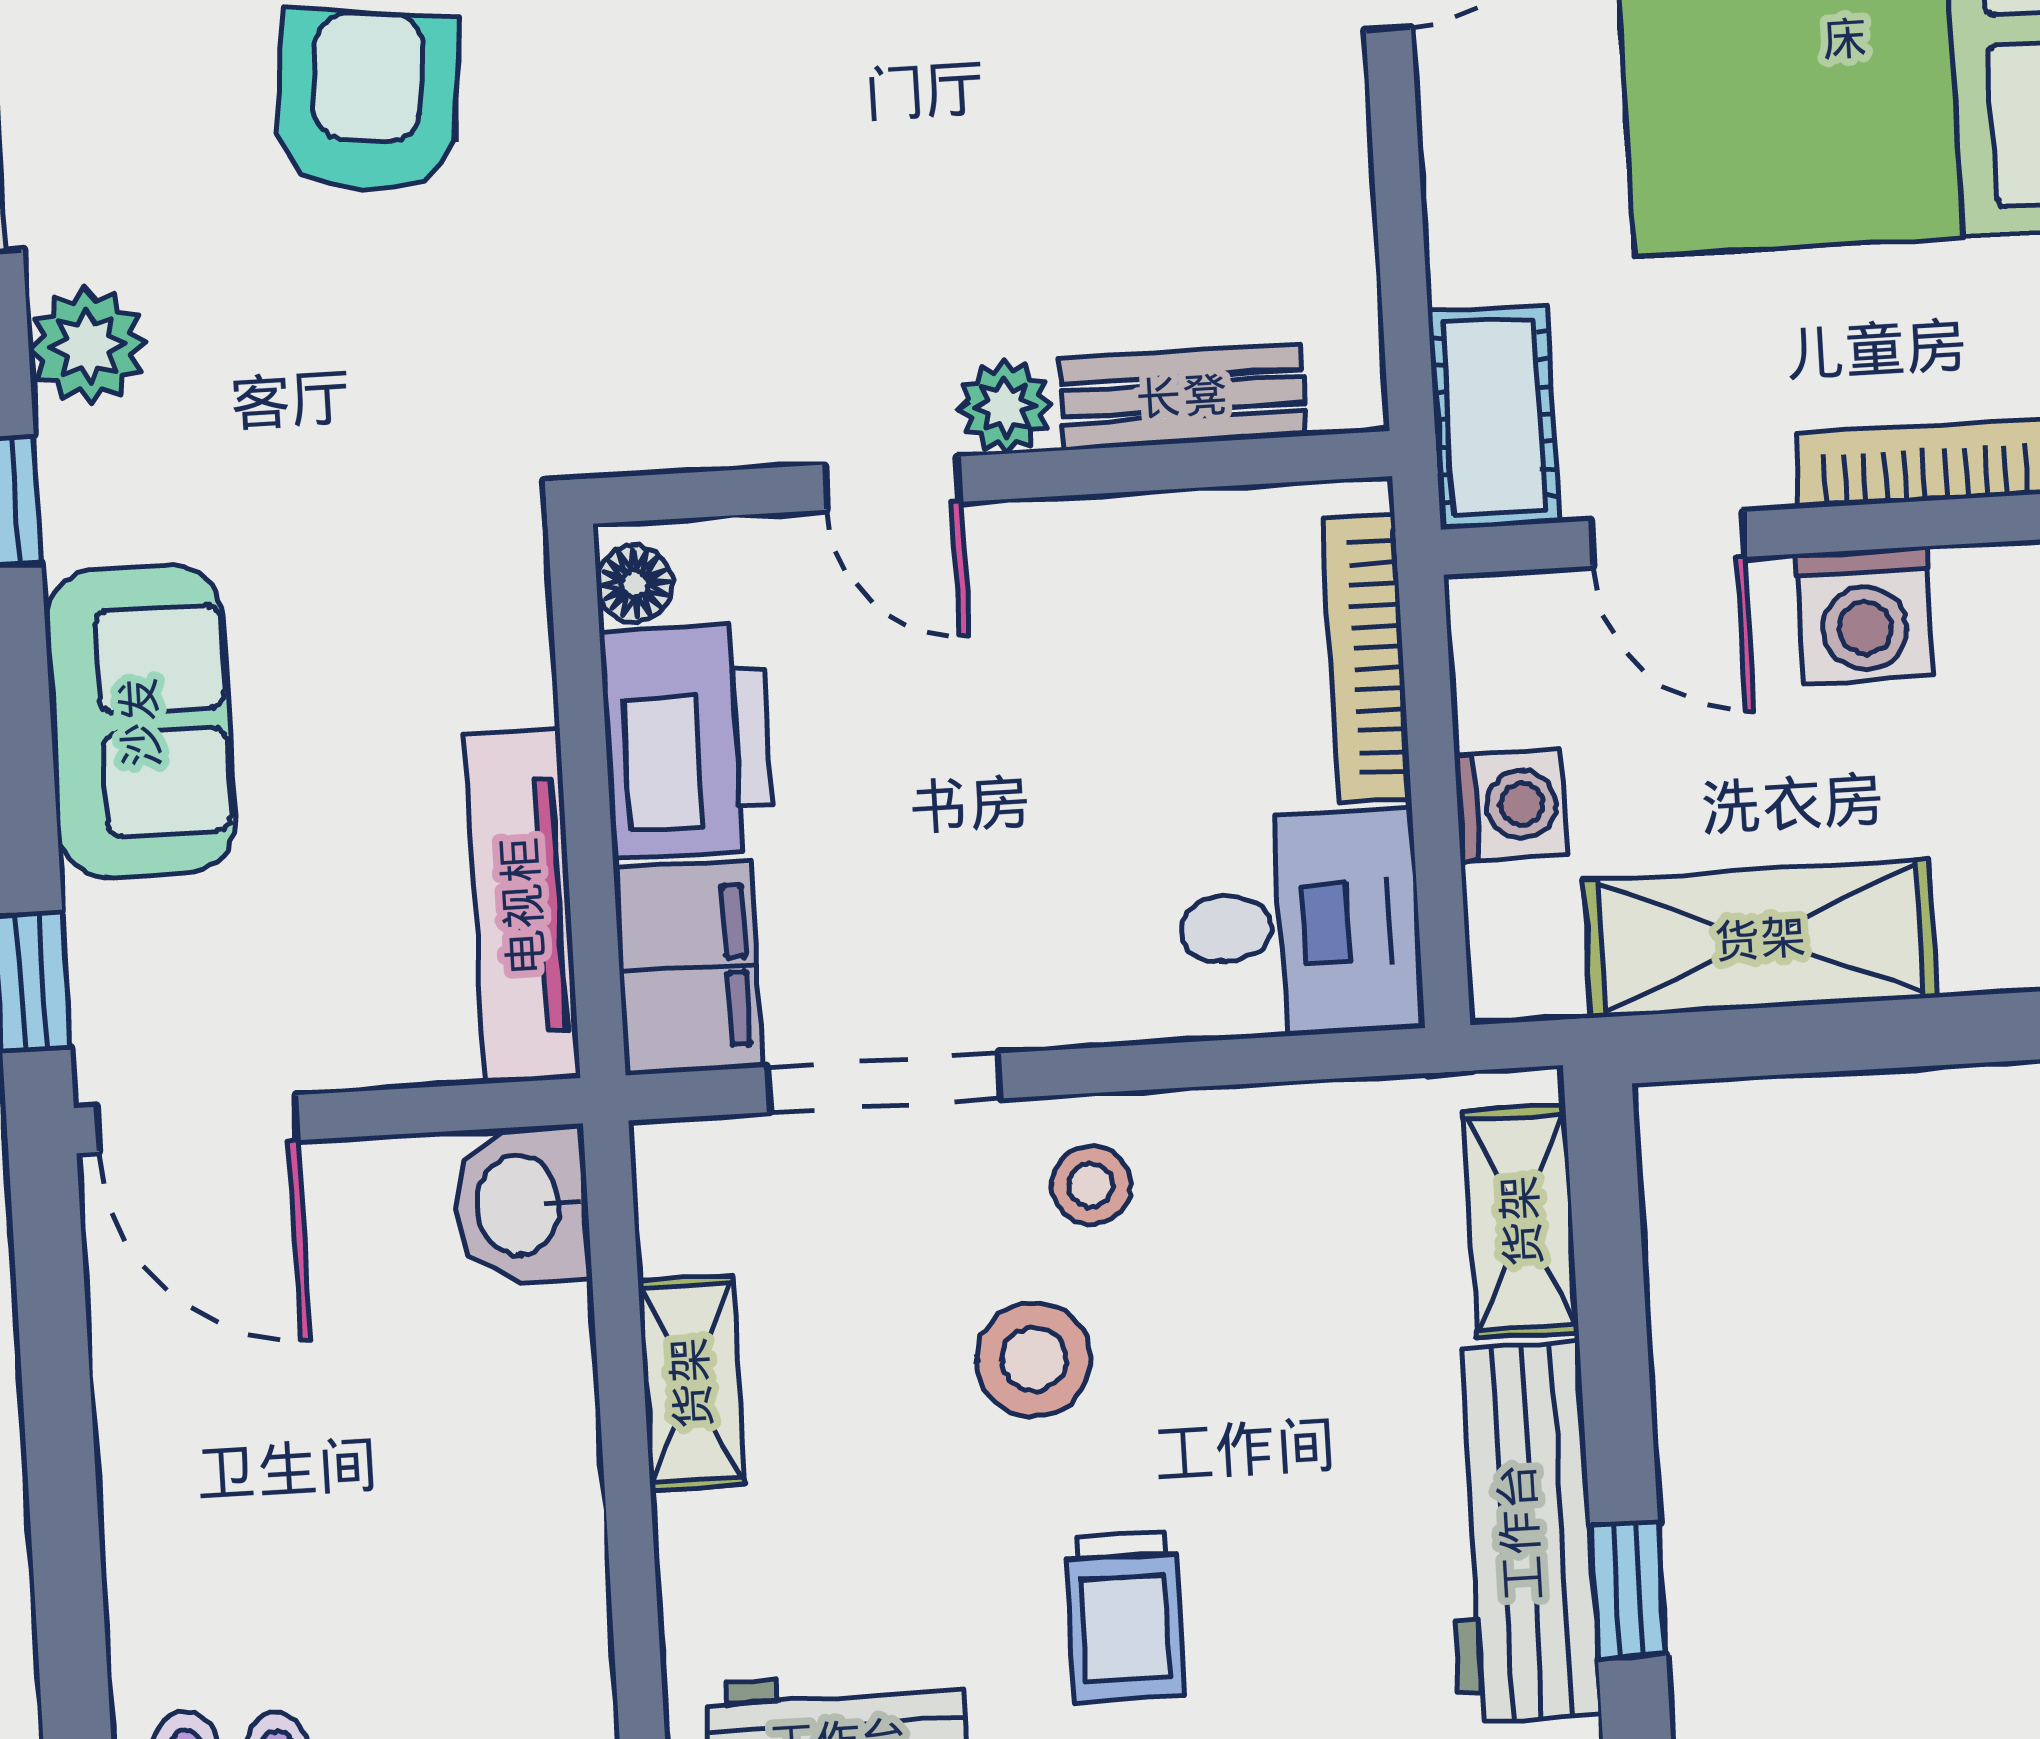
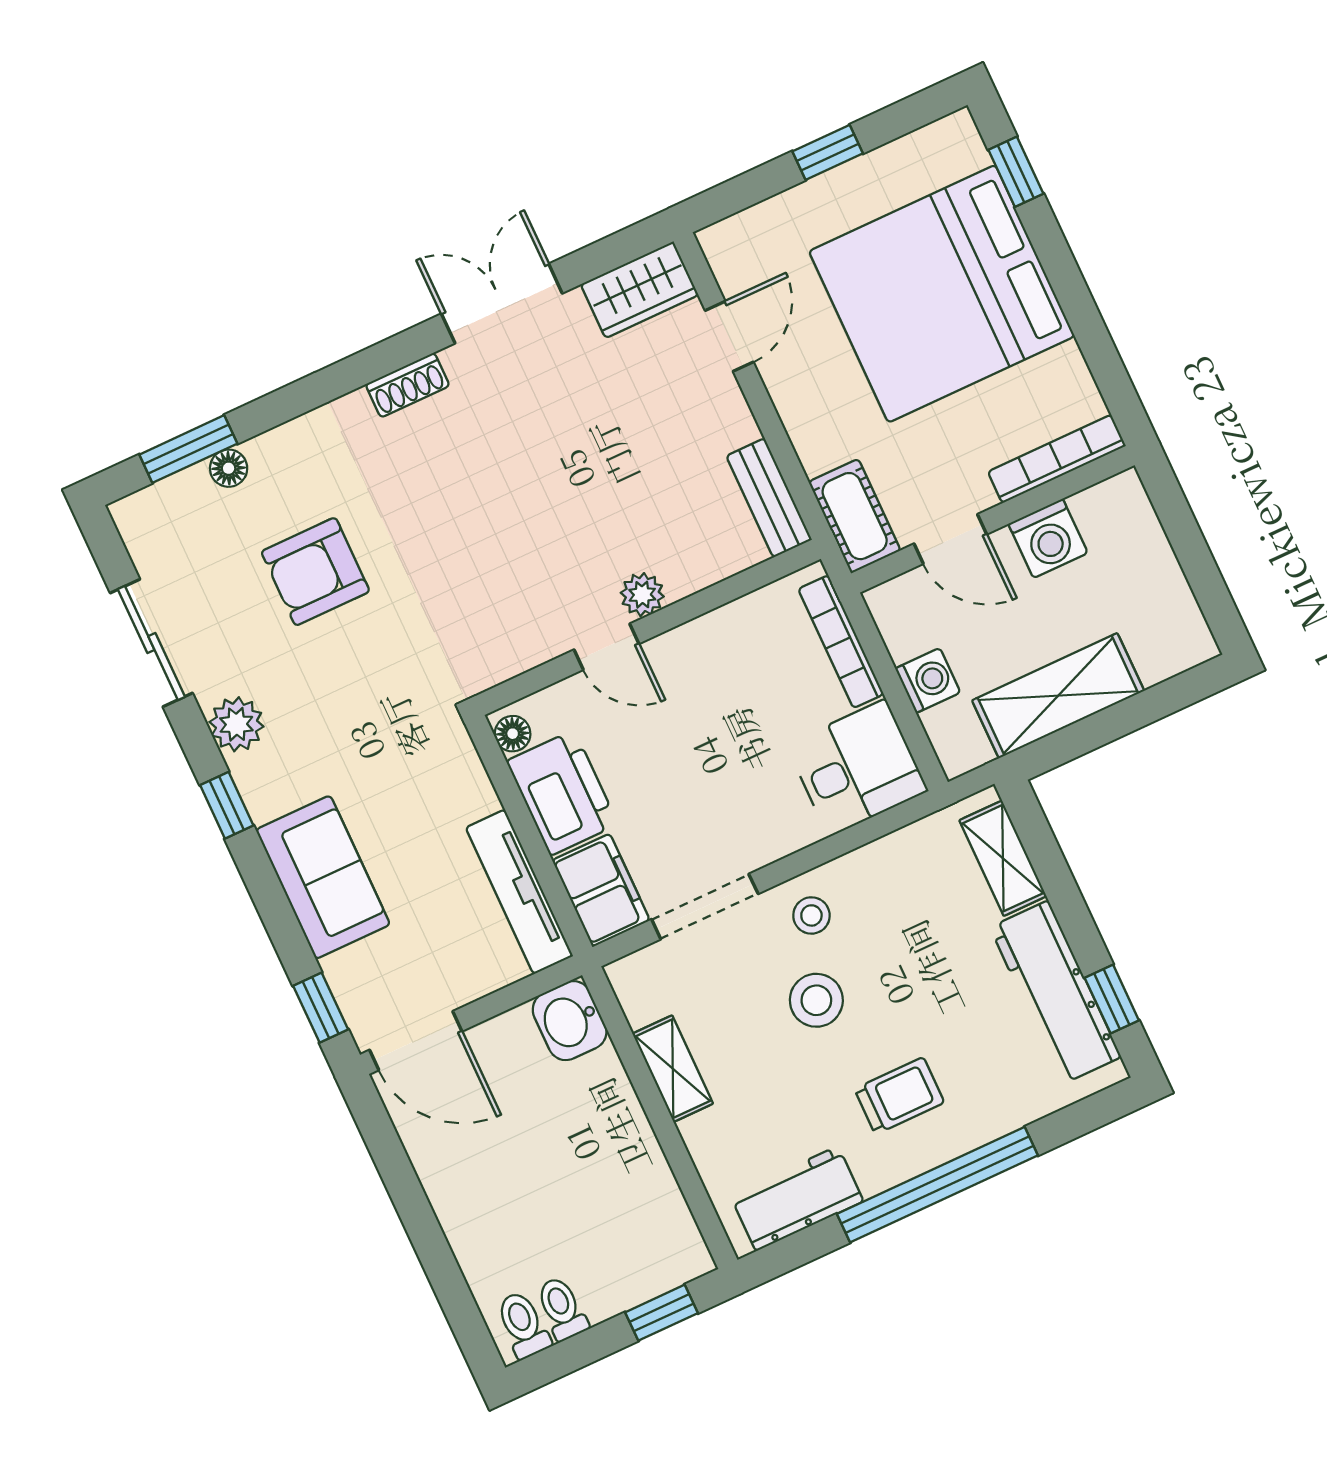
armchair: (367, 102) -> (315, 572), turned -96
bench: (1182, 397) -> (769, 498), moved, turned 90
trolley: (1125, 1617) -> (899, 1096), turned -90

